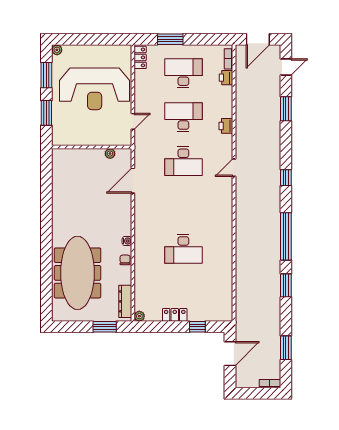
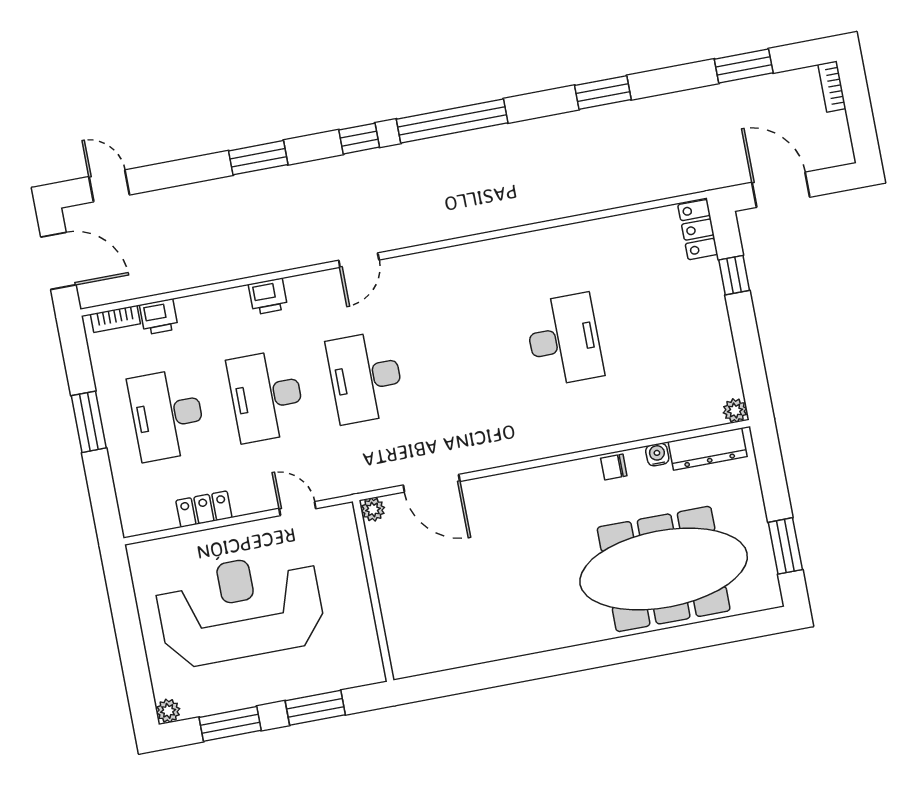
window: (170, 39) -> (89, 422), moved
locker: (140, 57) -> (204, 509), moved
reception desk: (95, 89) -> (240, 609), turned -90
window: (286, 109) -> (258, 158), moved
plant: (110, 154) -> (373, 509), moved
desk: (183, 161) -> (366, 377), turned 180
door: (234, 168) -> (359, 260), hinge flipped
window: (286, 236) -> (452, 121), moved
water cooler: (127, 241) -> (657, 455), moved
locker: (175, 315) -> (698, 230), moved
window: (105, 327) -> (785, 546), moved

